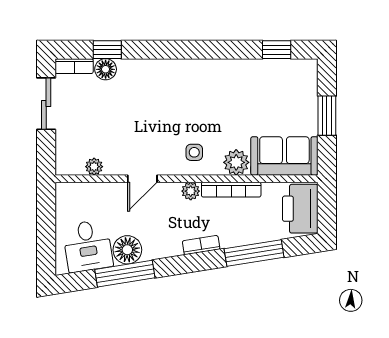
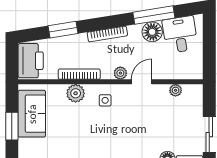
sofa: (284, 156) -> (32, 114), moved, turned -90
plant: (191, 191) -> (120, 73), moved
bookcase: (201, 245) -> (107, 34), width x1.56
window: (254, 253) -> (63, 30), width x0.69

